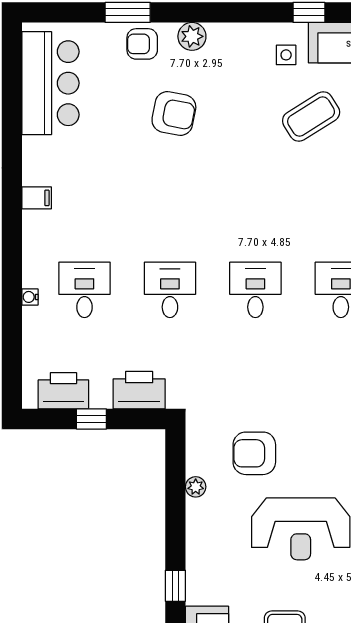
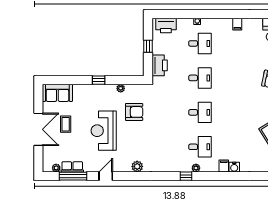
printer: (63, 391) -> (166, 25), moved, turned 90
armchair: (254, 453) -> (134, 112), turned 90
window: (175, 586) -> (99, 80), moved

